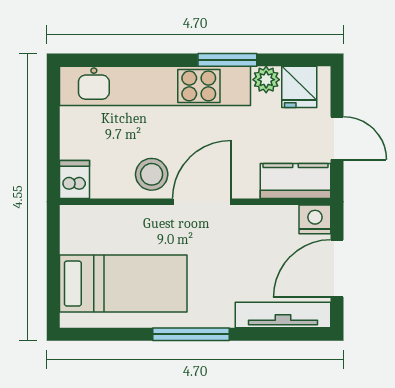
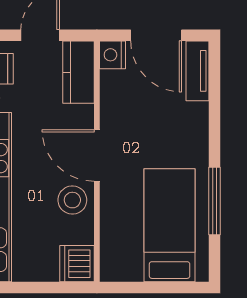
dishwasher: (74, 179) -> (77, 264), width x1.38
tv unit: (283, 315) -> (197, 71), width x0.71
window: (191, 334) -> (215, 201), moved

